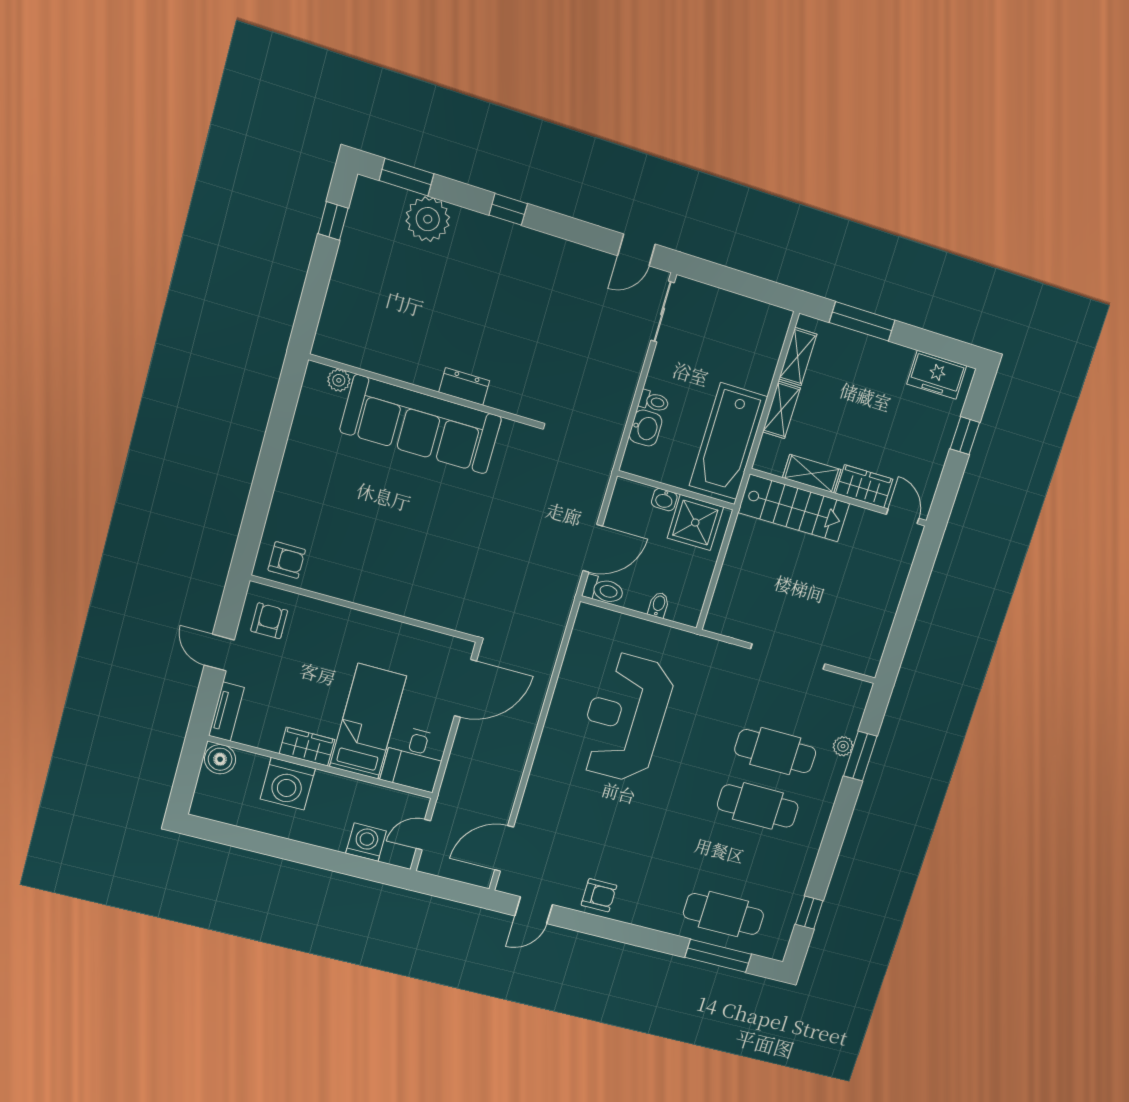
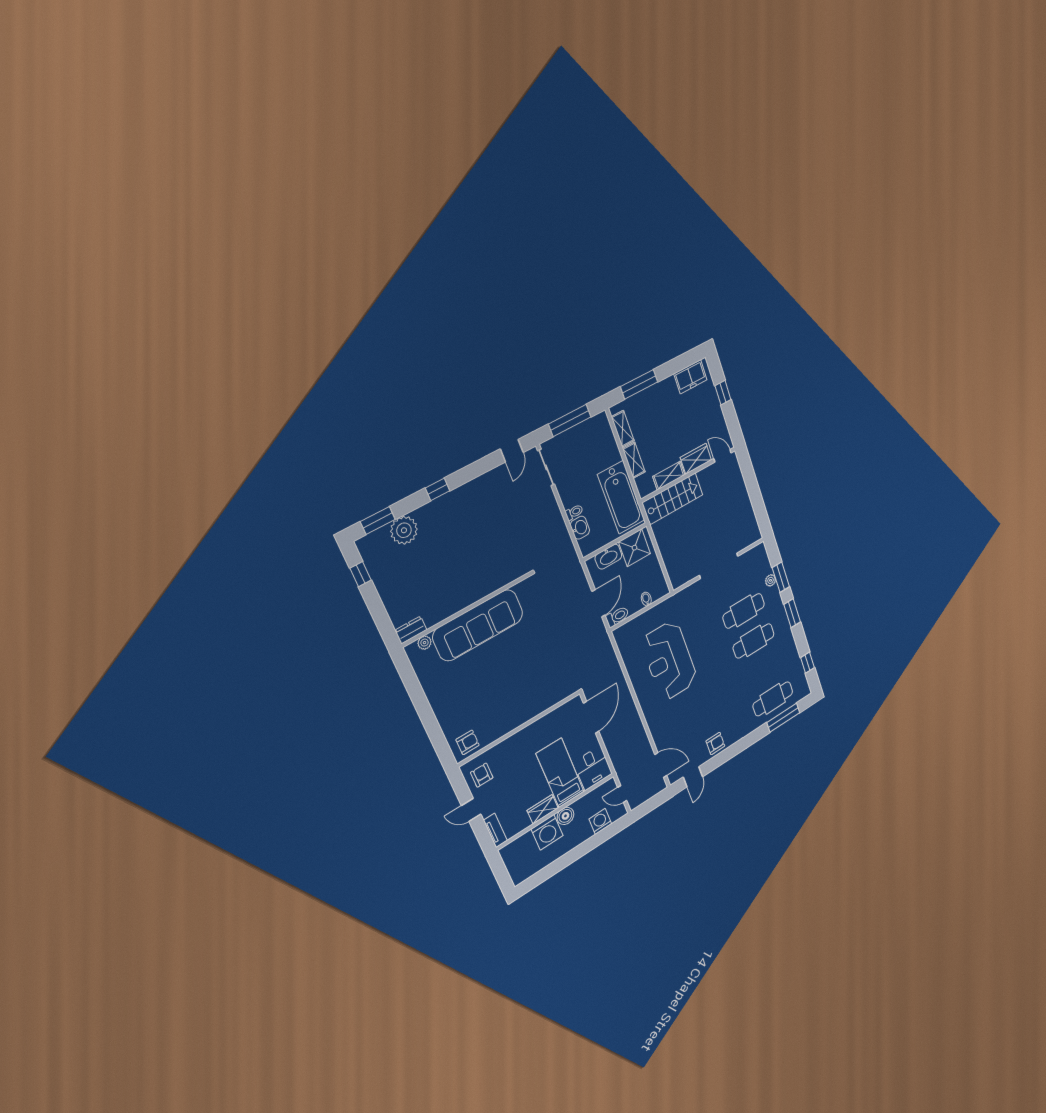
window: (738, 282) -> (570, 420), added
dresser: (464, 387) -> (411, 630), moved
washbasin: (664, 500) -> (608, 557), width x1.91, depth x1.45
boiler: (220, 759) -> (565, 816), moved
window: (839, 821) -> (792, 613), added
door: (423, 835) -> (622, 794), hinge flipped
door: (504, 848) -> (661, 765), swing flipped

